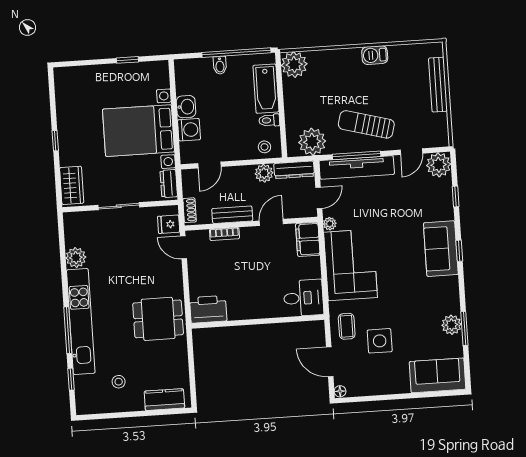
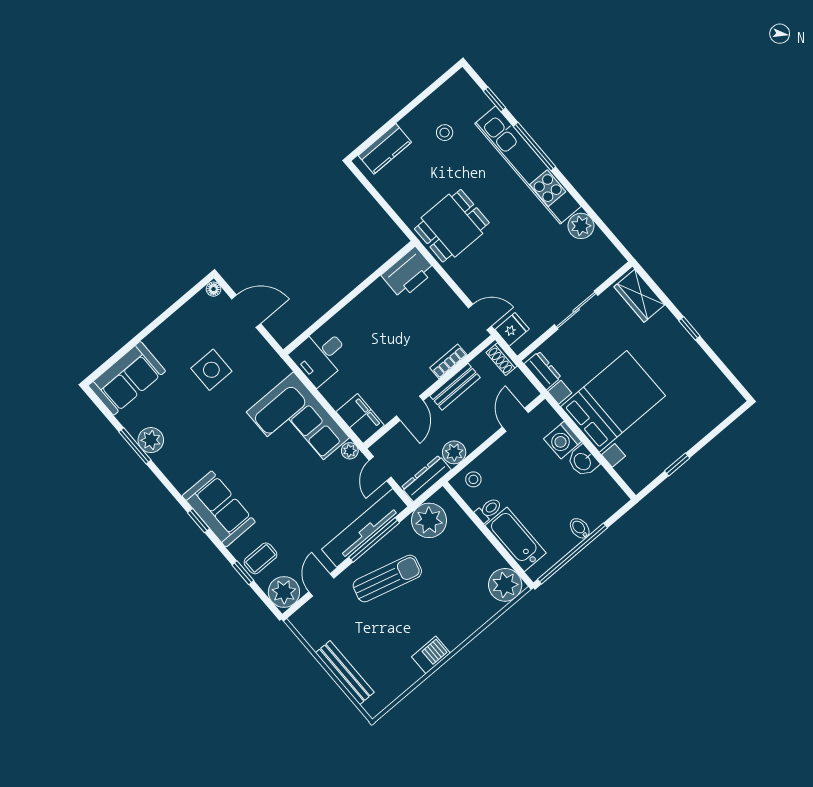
coffee table: (347, 326) -> (261, 558), moved, turned 90

